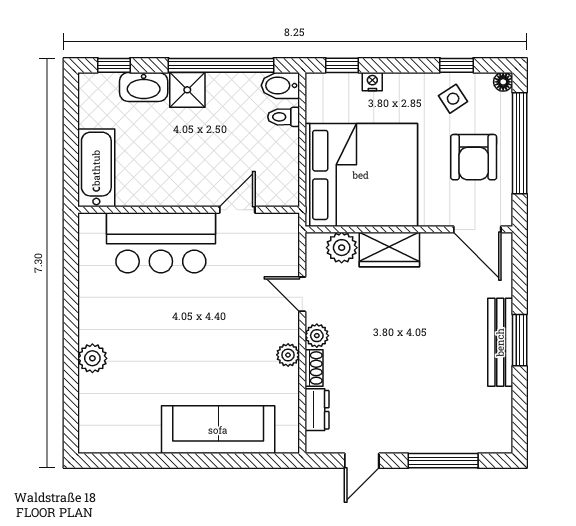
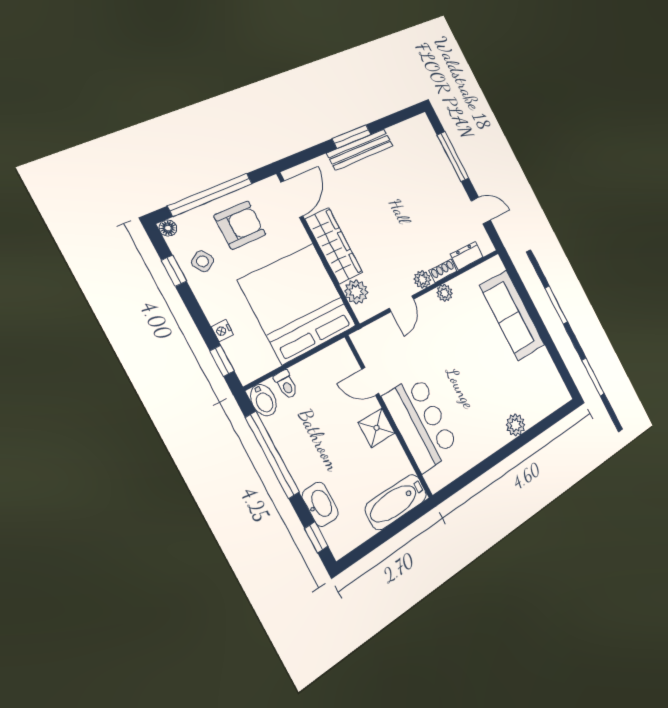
shower: (187, 90) -> (377, 428), moved
wardrobe: (389, 250) -> (334, 246), width x1.50

